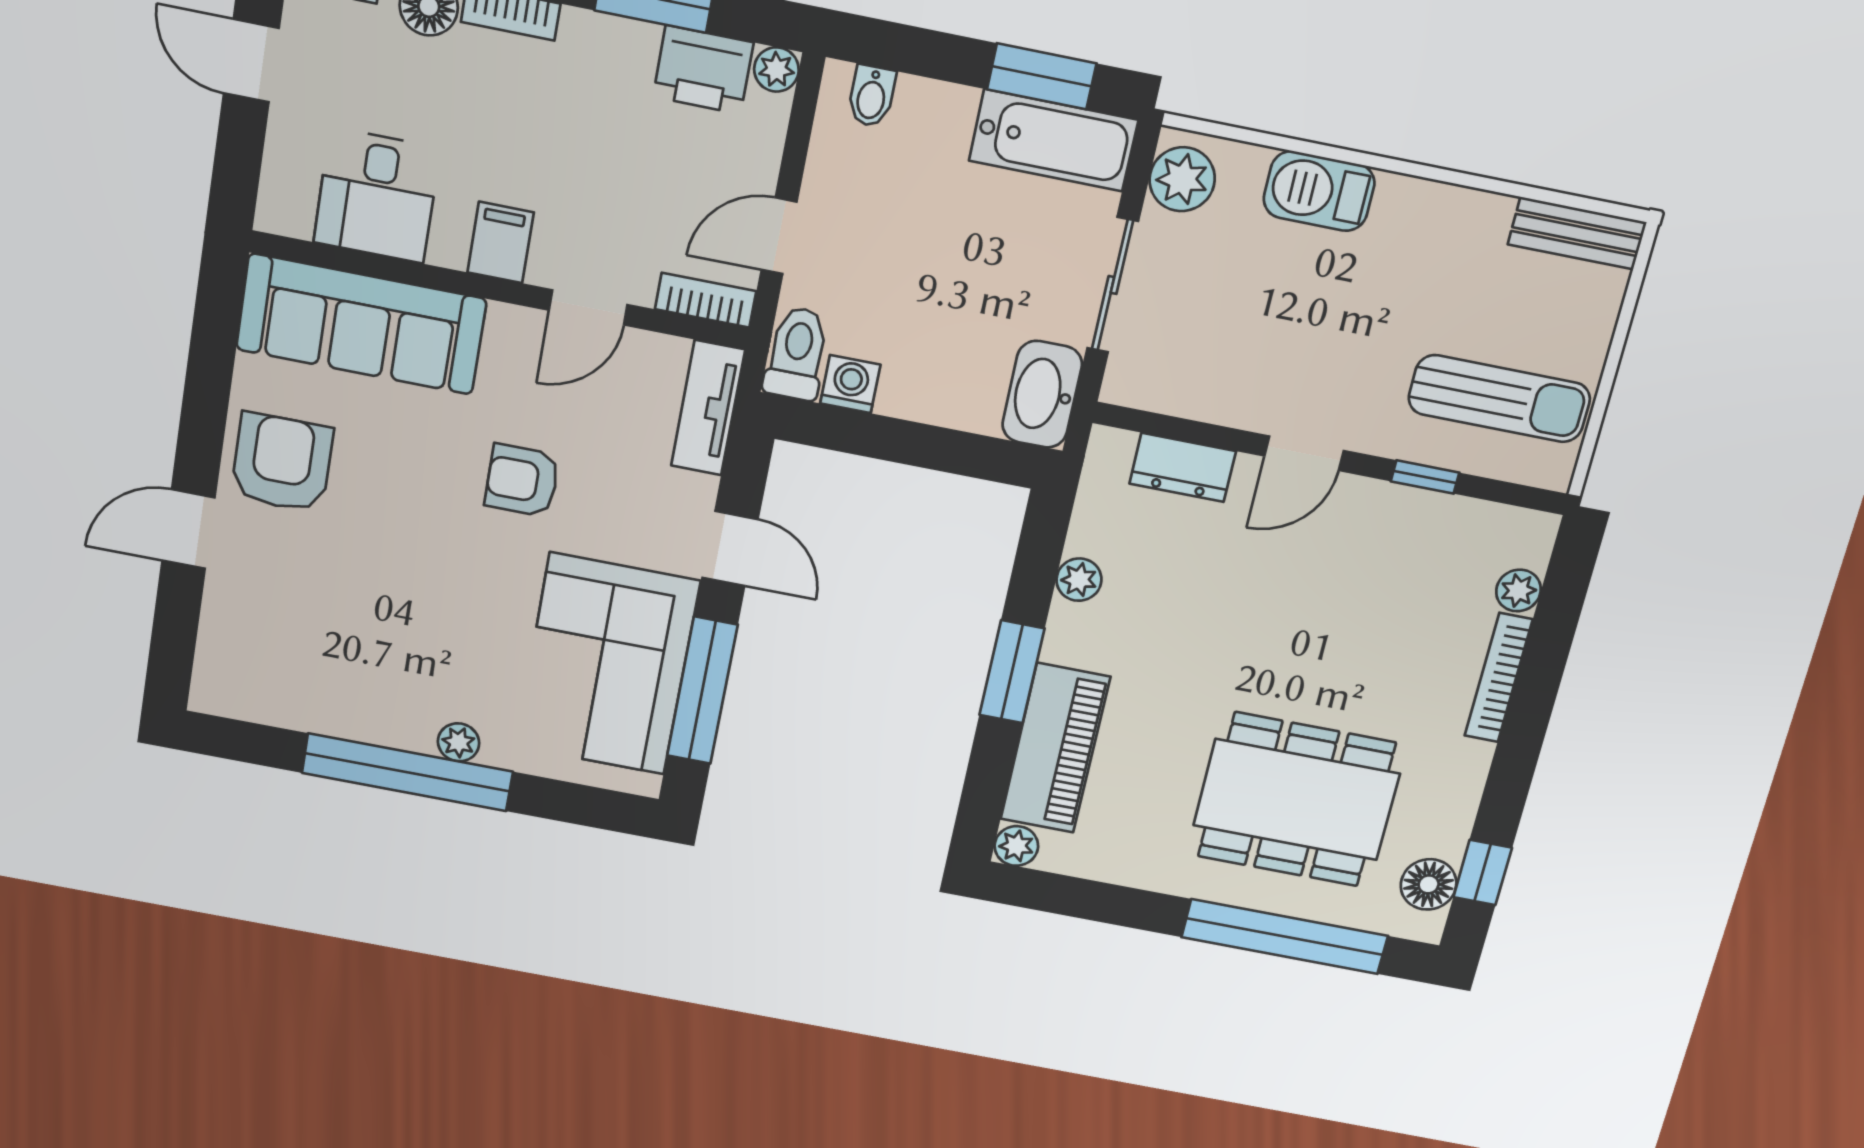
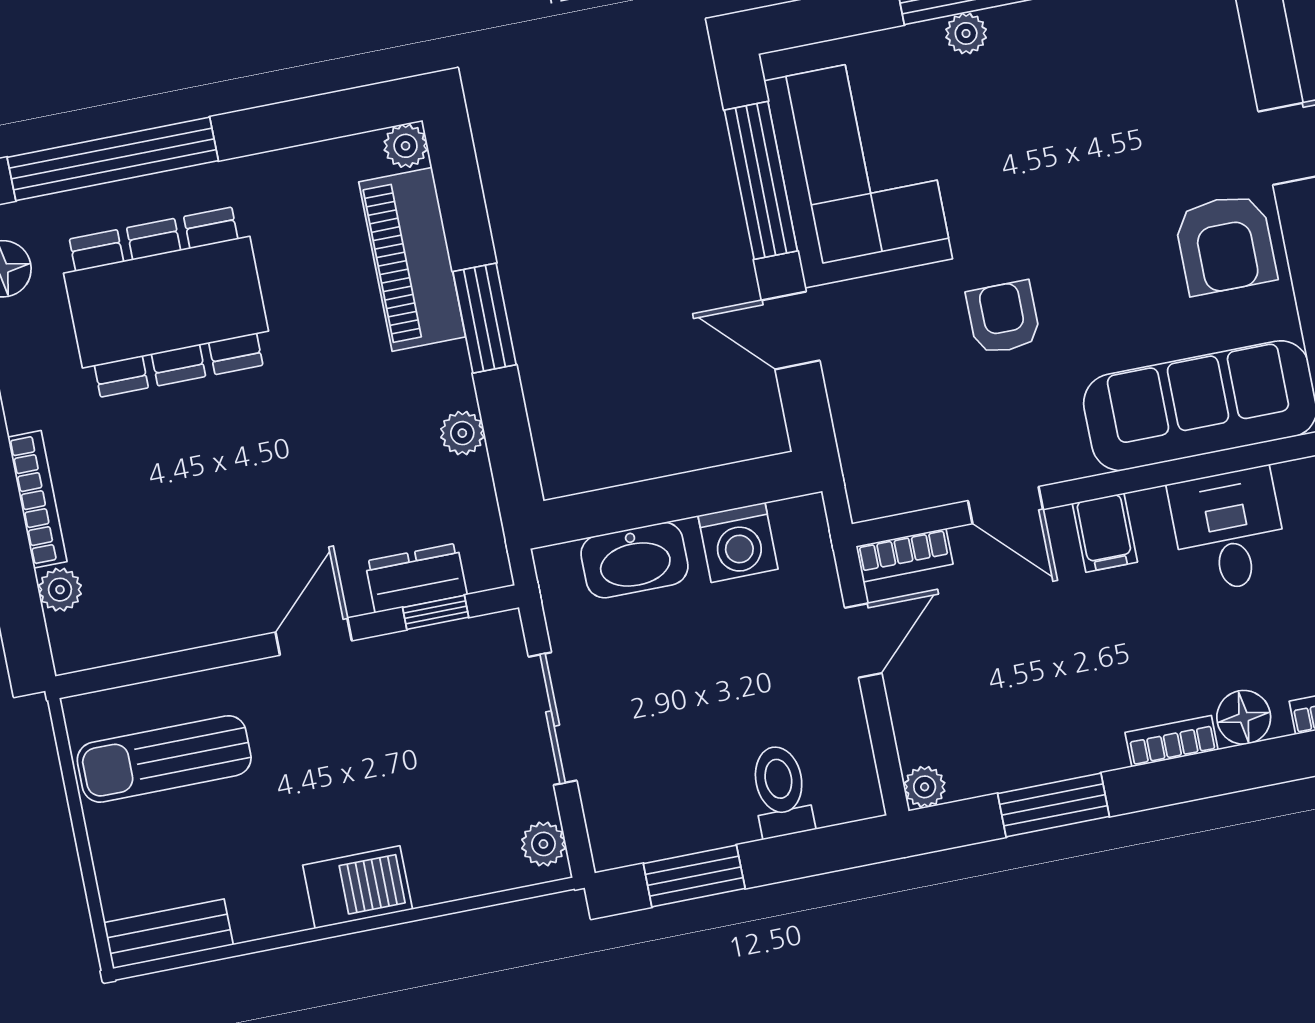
printer: (703, 70) -> (987, 760), removed
bidet: (872, 96) -> (833, 798), removed
bathtub: (1054, 140) -> (660, 825), removed
plant: (1182, 179) -> (543, 844), width x0.73, depth x0.73
barbecue: (1319, 191) -> (358, 887), moved
door: (588, 307) -> (1006, 505), swing flipped
toilet: (797, 353) -> (781, 791), moved, turned 180
washing machine: (850, 384) -> (738, 542), width x1.38, depth x1.38
washbasin: (1042, 394) -> (634, 560), moved, turned 90
tv unit: (708, 408) -> (863, 456), removed
window: (1425, 477) -> (436, 612), moved
armchair: (522, 480) -> (1003, 318), turned -90

